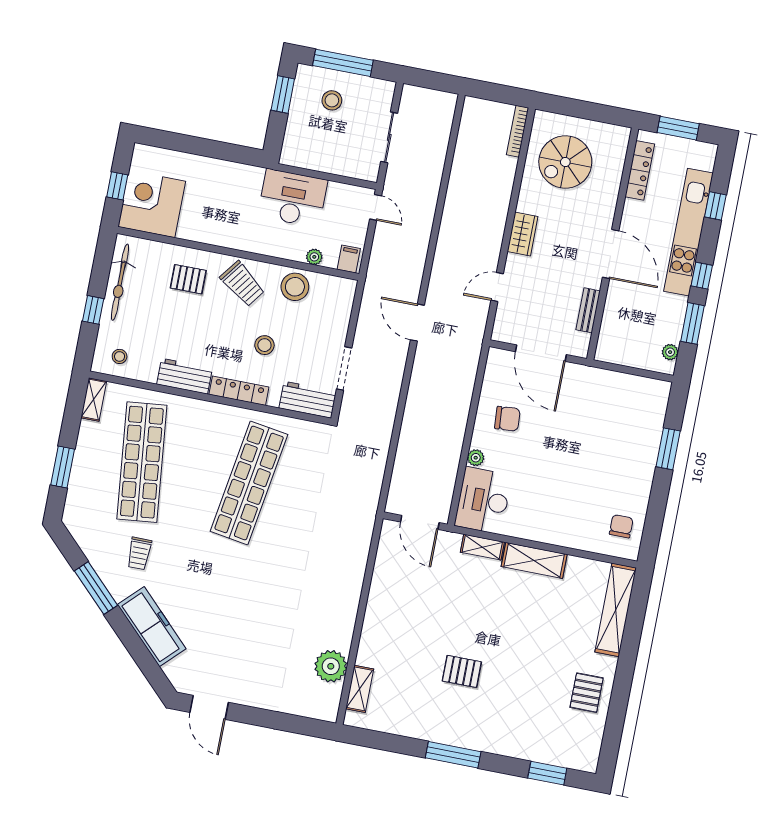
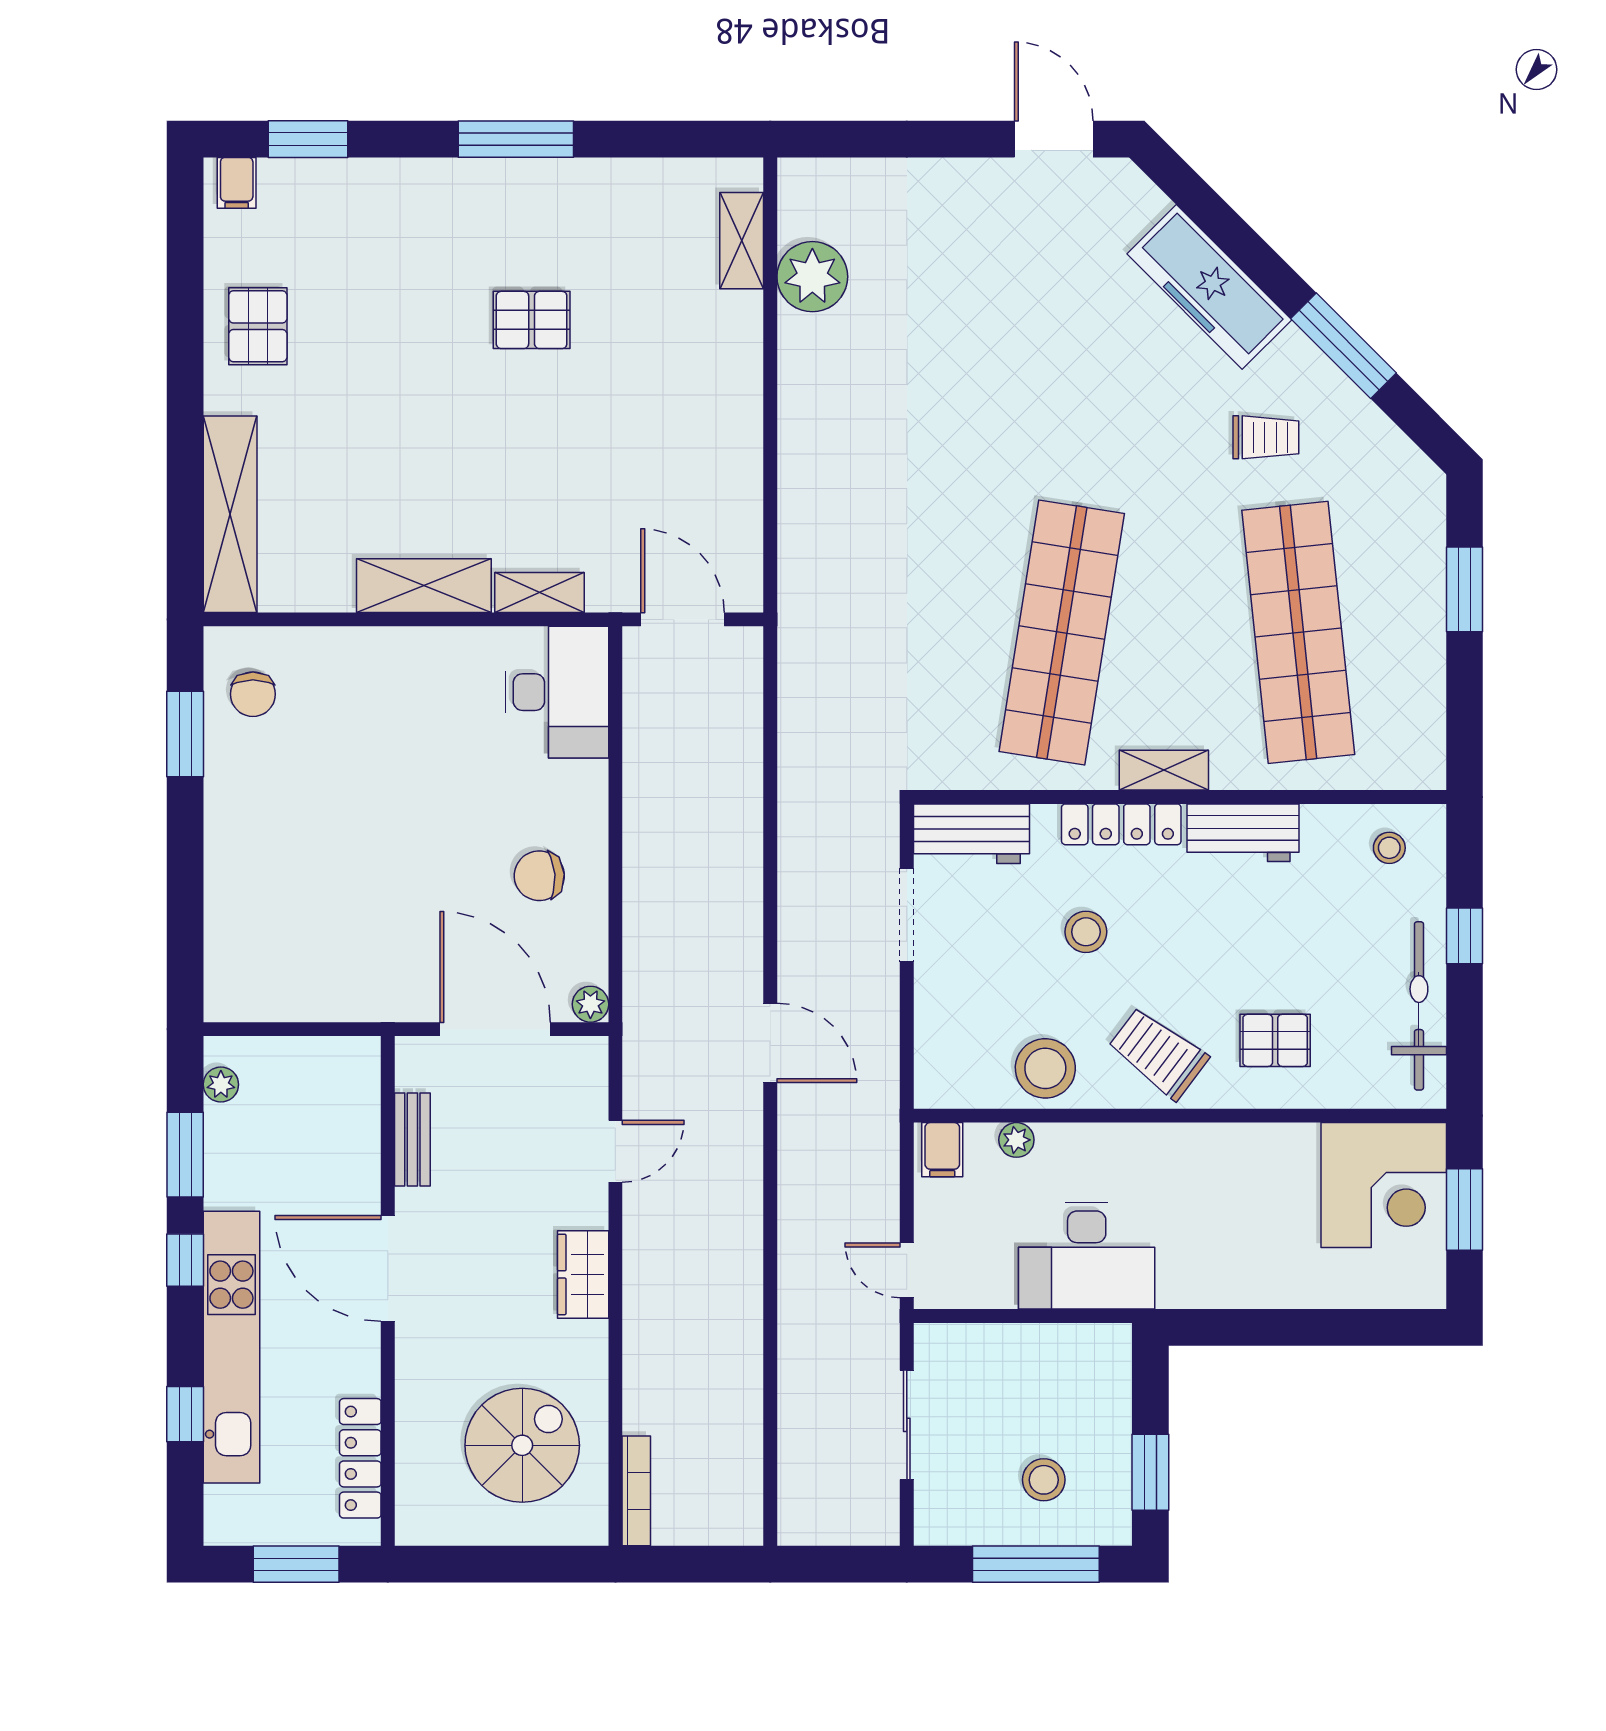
window: (117, 186) -> (1465, 1209), width x1.50
shelving: (94, 400) -> (1164, 770), moved, turned 90
window: (668, 449) -> (185, 734), moved
plant: (476, 458) -> (590, 1004), moved
trolley: (139, 553) -> (1266, 437), turned 90
filing cabinet: (584, 760) -> (237, 183), added

